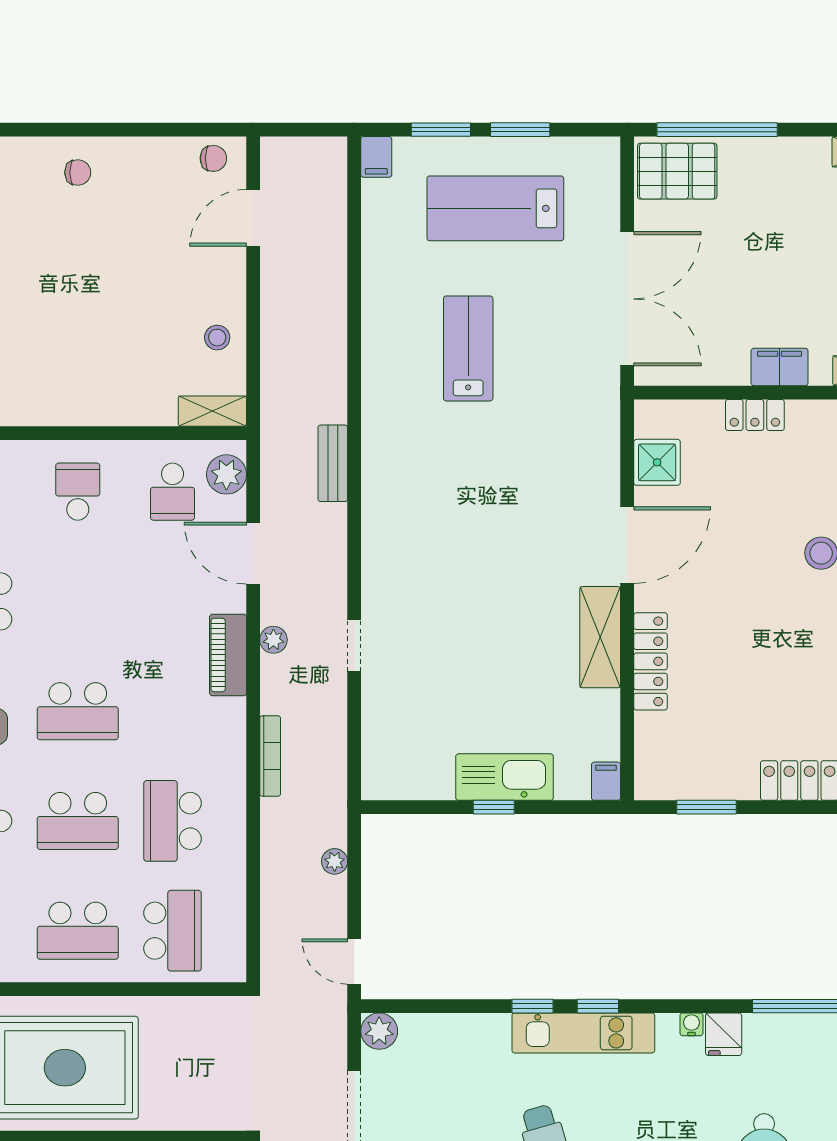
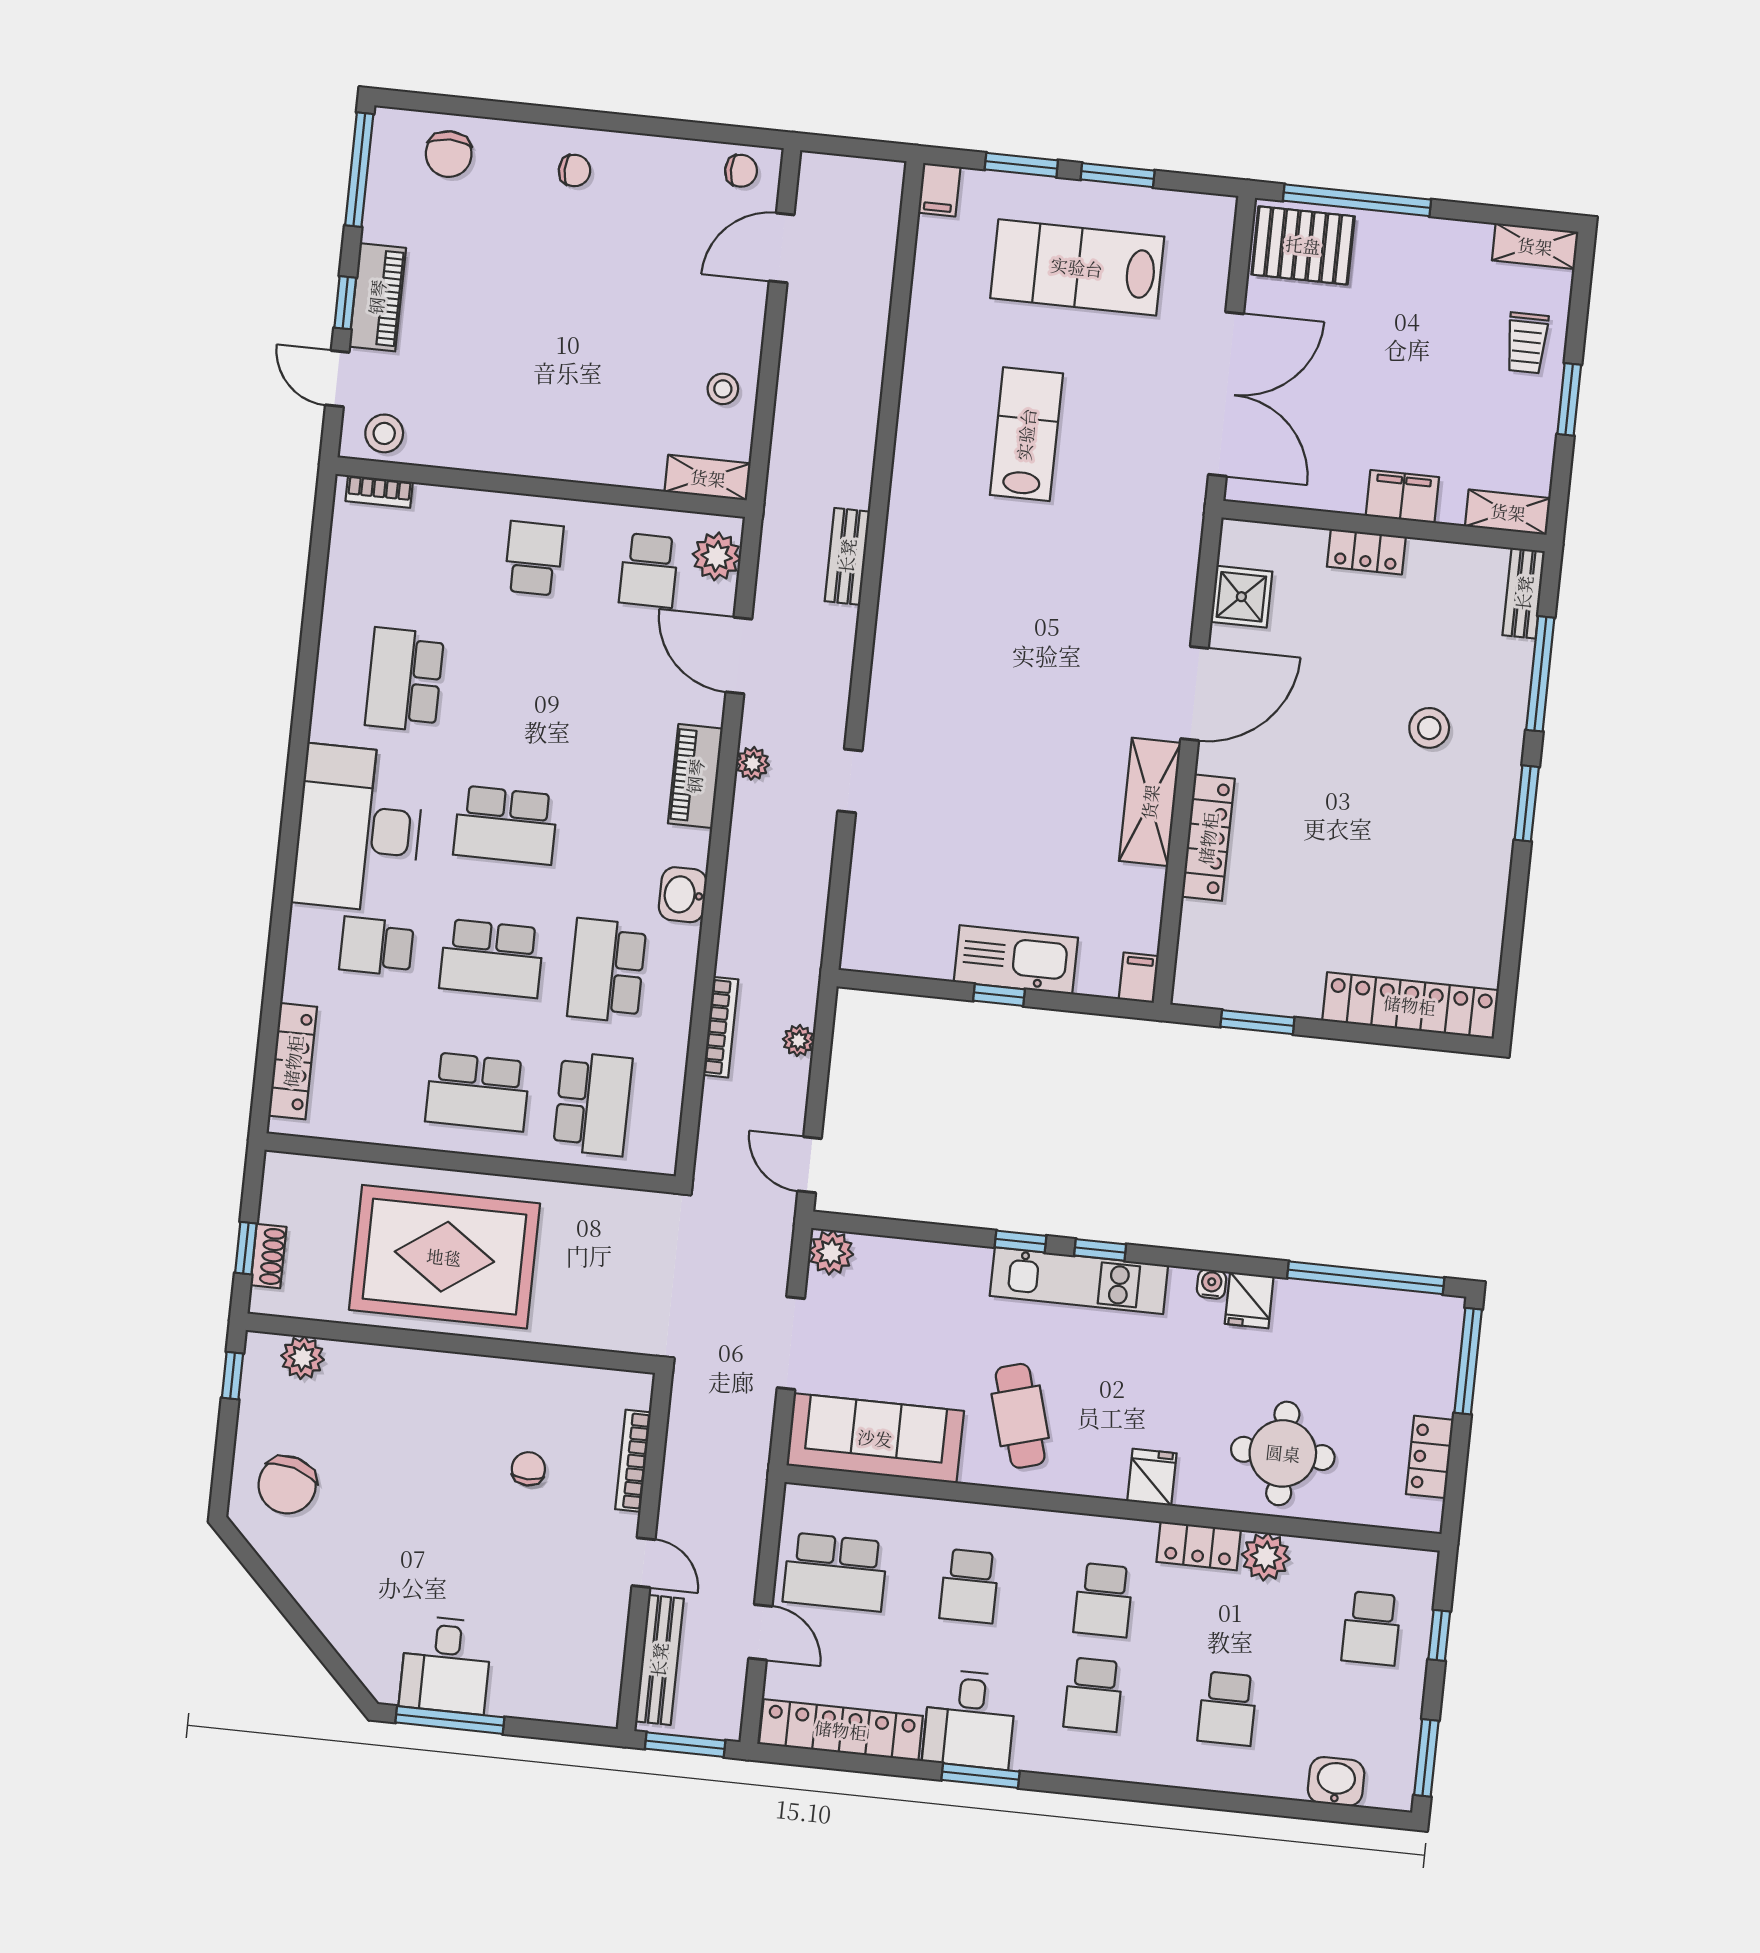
washbasin: (228, 753) -> (683, 895), added
bookcase: (270, 756) -> (721, 1027), moved

